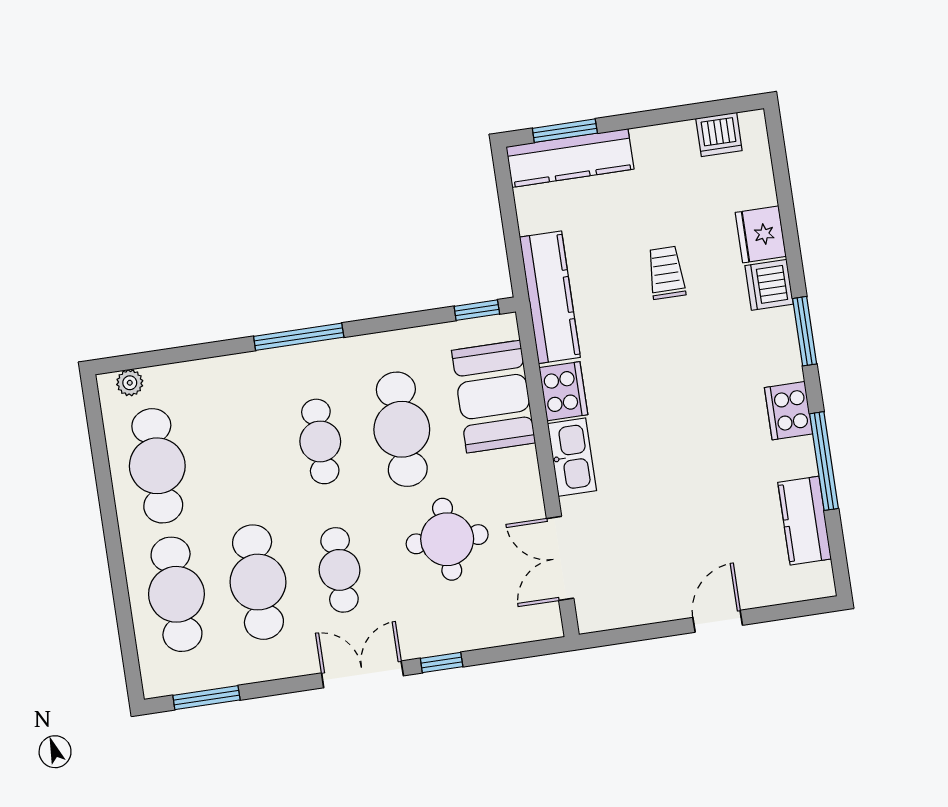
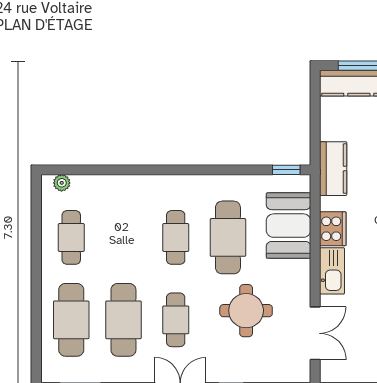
kitchen counter: (550, 297) -> (333, 169), width x0.67
window: (299, 337) -> (172, 170), removed
cafe table: (157, 466) -> (71, 237), width x0.73, depth x0.74
double door: (560, 558) -> (315, 333), swing flipped

